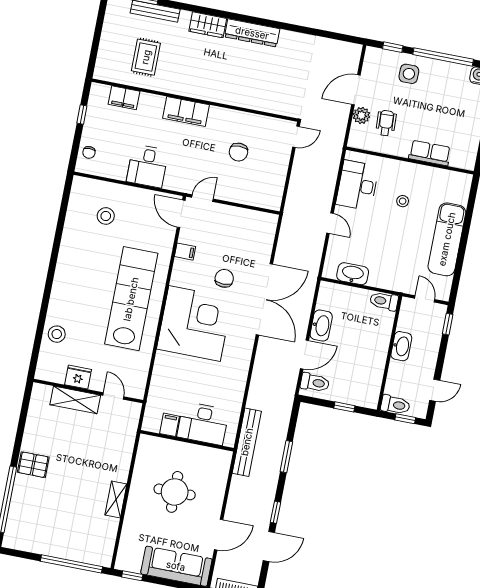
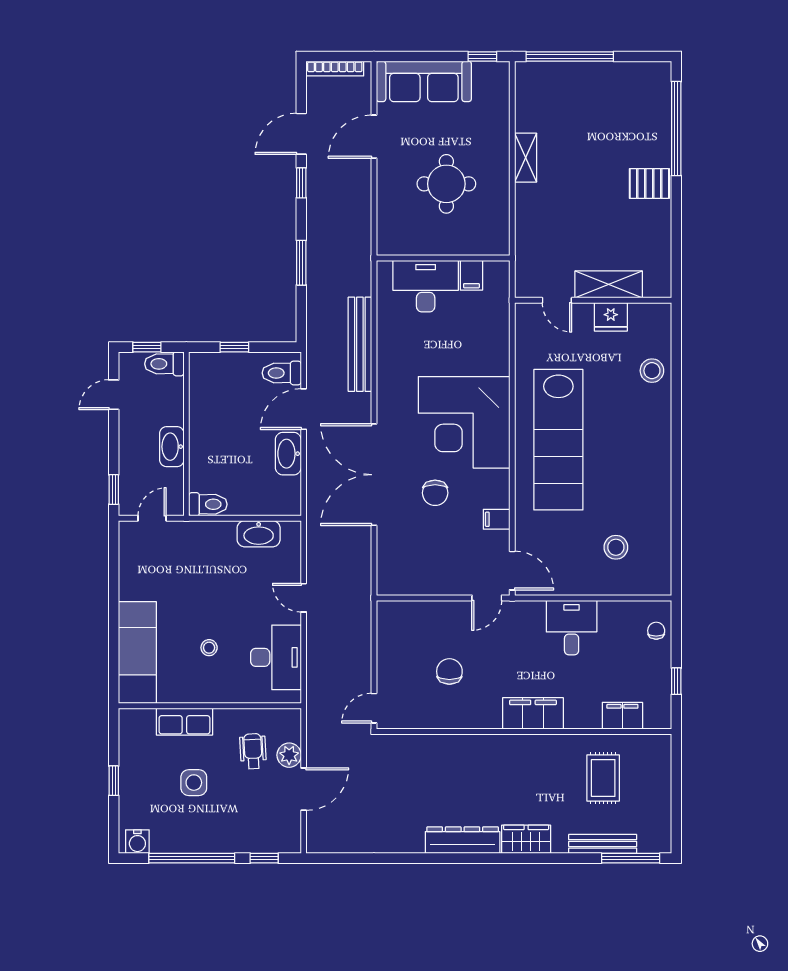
side table: (409, 74) -> (194, 783), moved
wheelchair: (386, 123) -> (253, 751), turned 180
exam couch: (447, 239) -> (137, 653), moved
door: (425, 299) -> (152, 518), swing flipped
bench: (247, 442) -> (360, 344), moved

